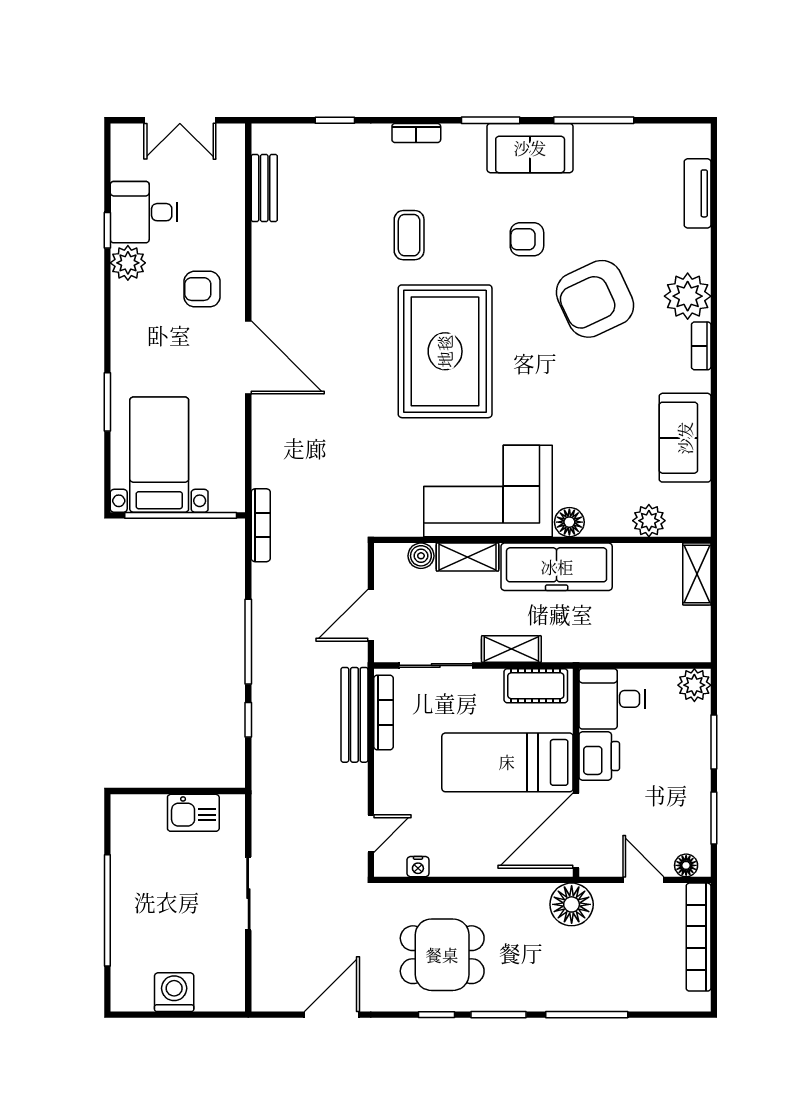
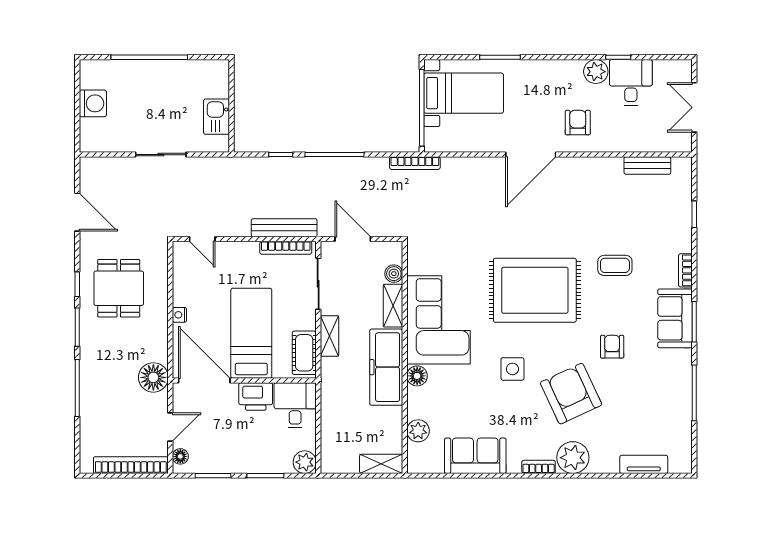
sofa: (530, 148) -> (675, 318), moved
side table: (559, 384) -> (512, 369), added
nightstand: (418, 867) -> (179, 315), moved

